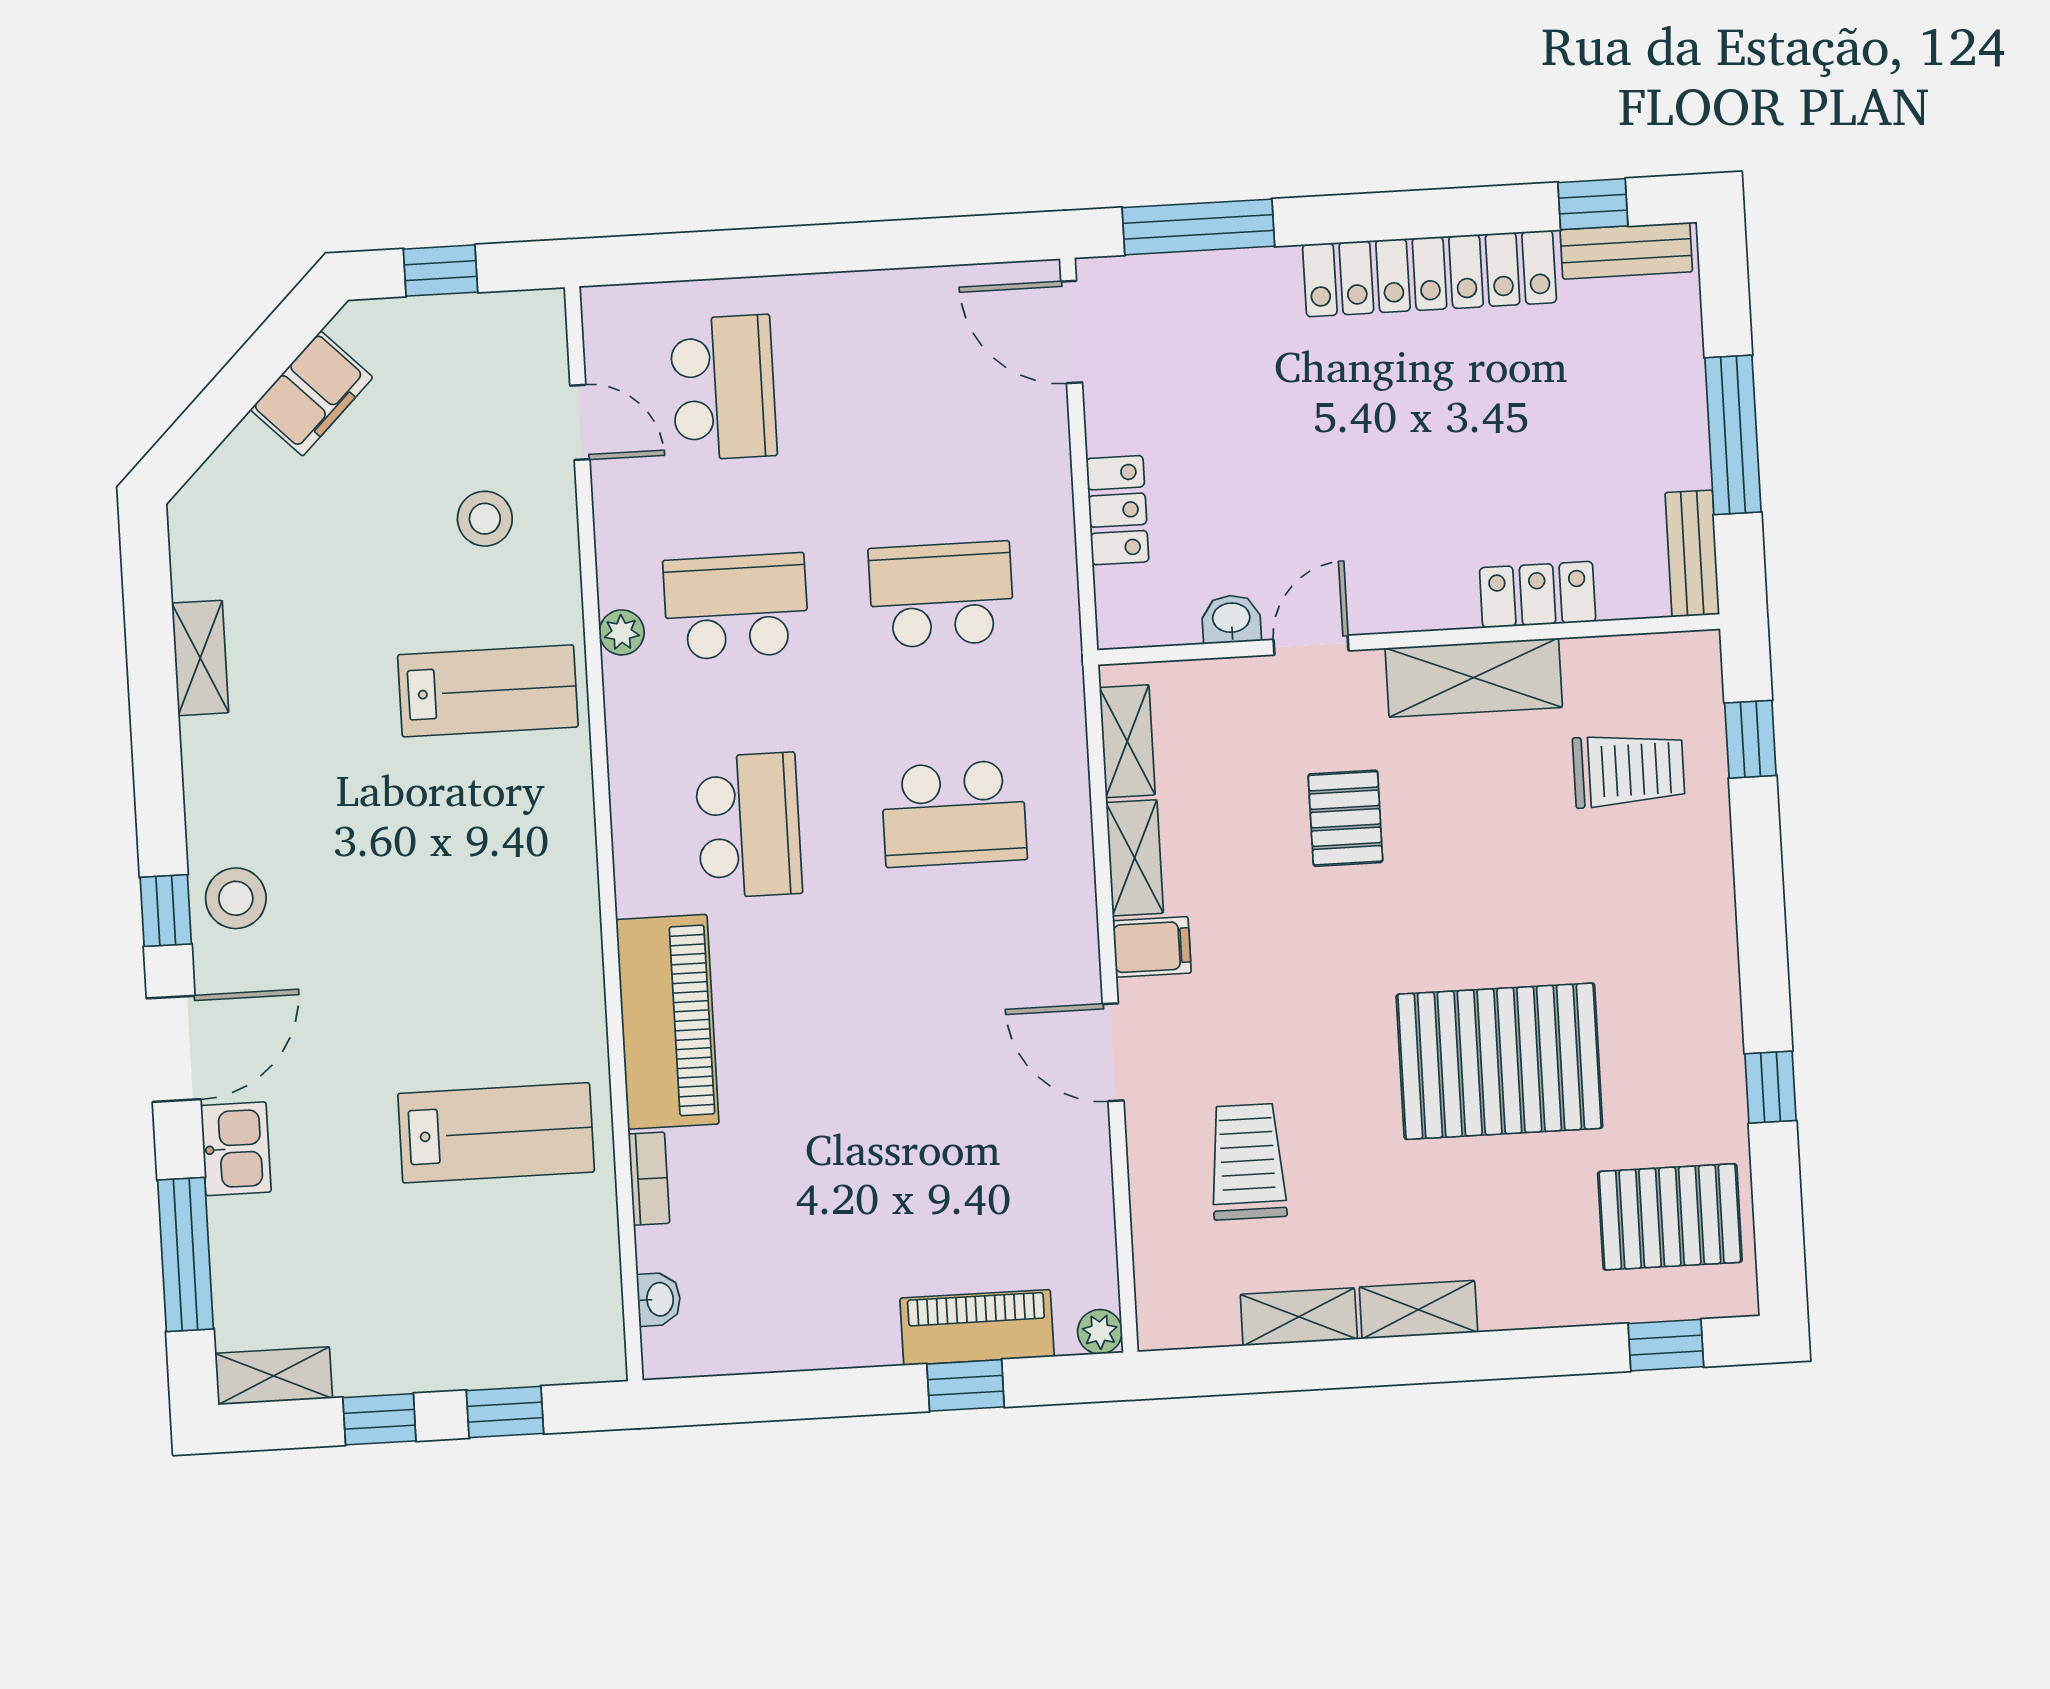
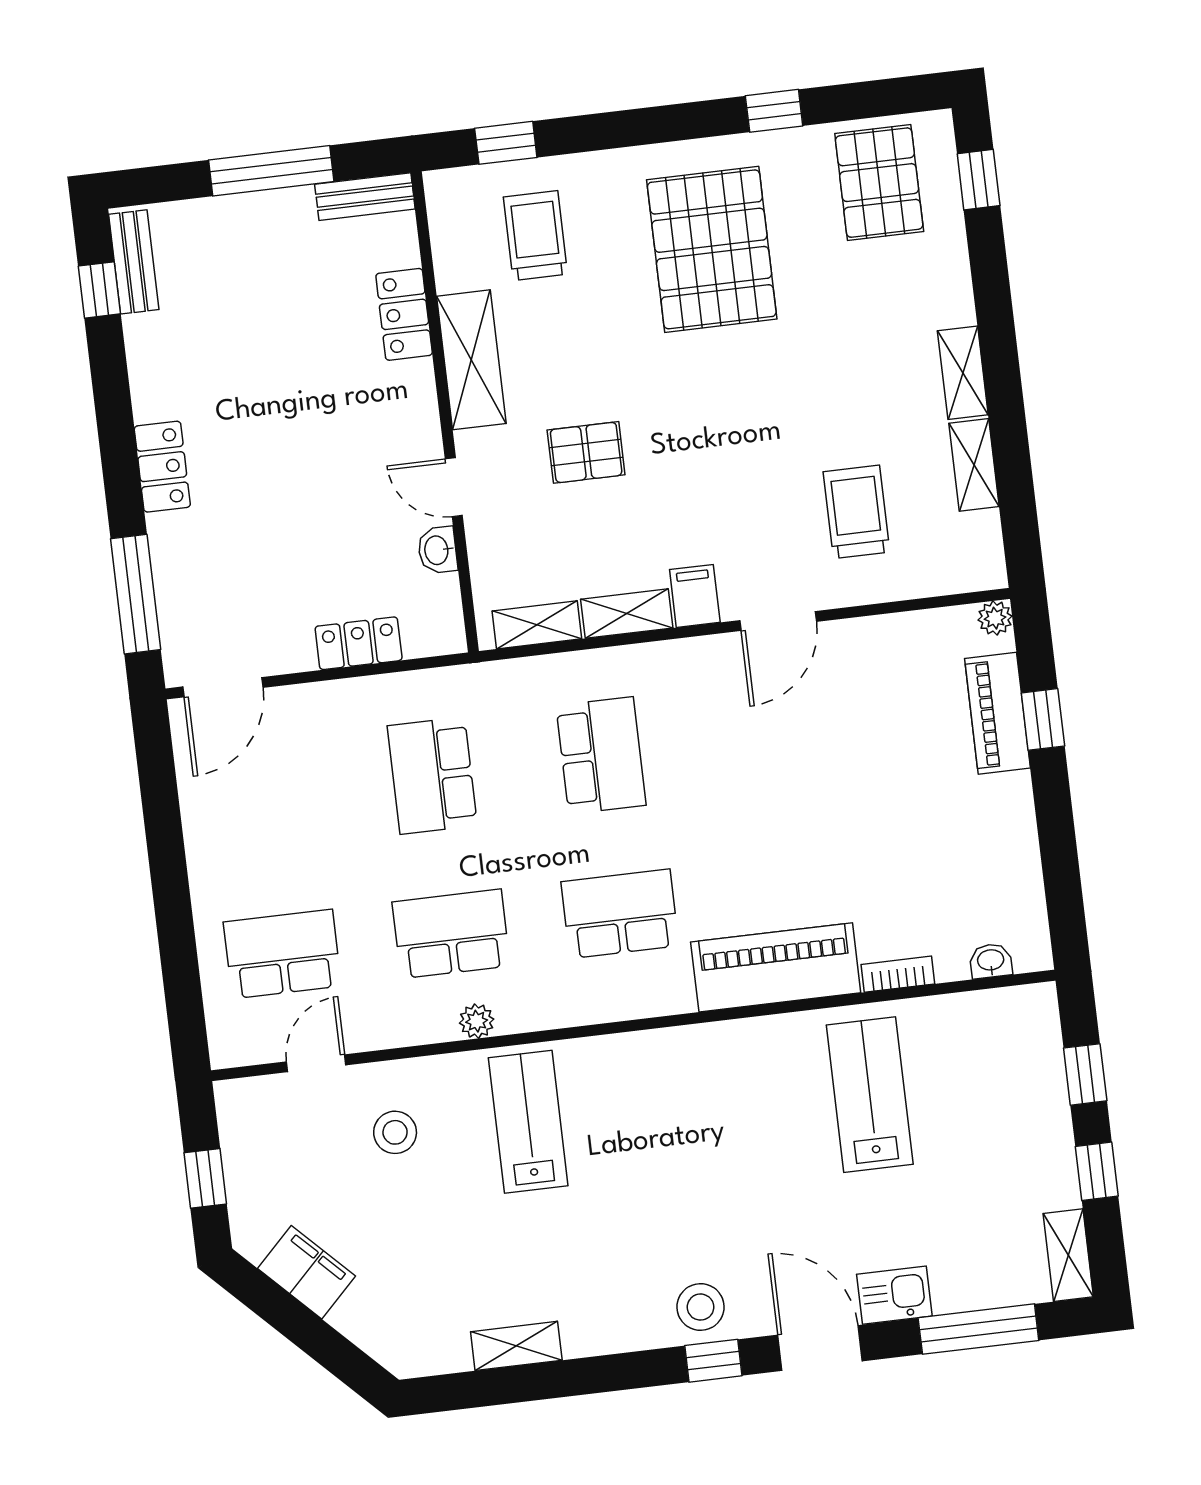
locker: (1429, 274) -> (162, 467), width x0.46, depth x0.83
school desk: (736, 606) -> (451, 934), turned 90
pallet: (1499, 1061) -> (712, 249), moved
trolley: (1248, 1162) -> (856, 512), turned 90

